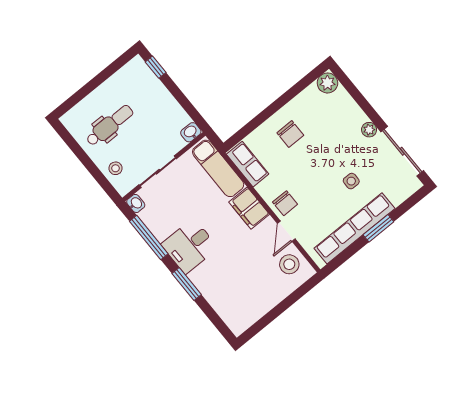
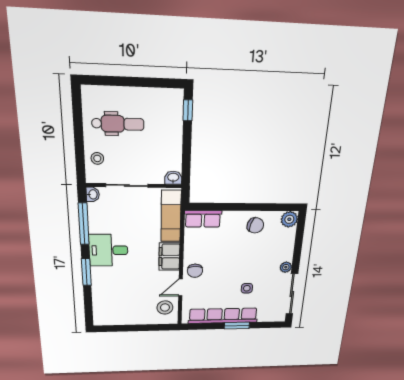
chair: (290, 134) -> (255, 225), moved, turned -72
row of seats: (248, 164) -> (203, 219), moved, turned 90

